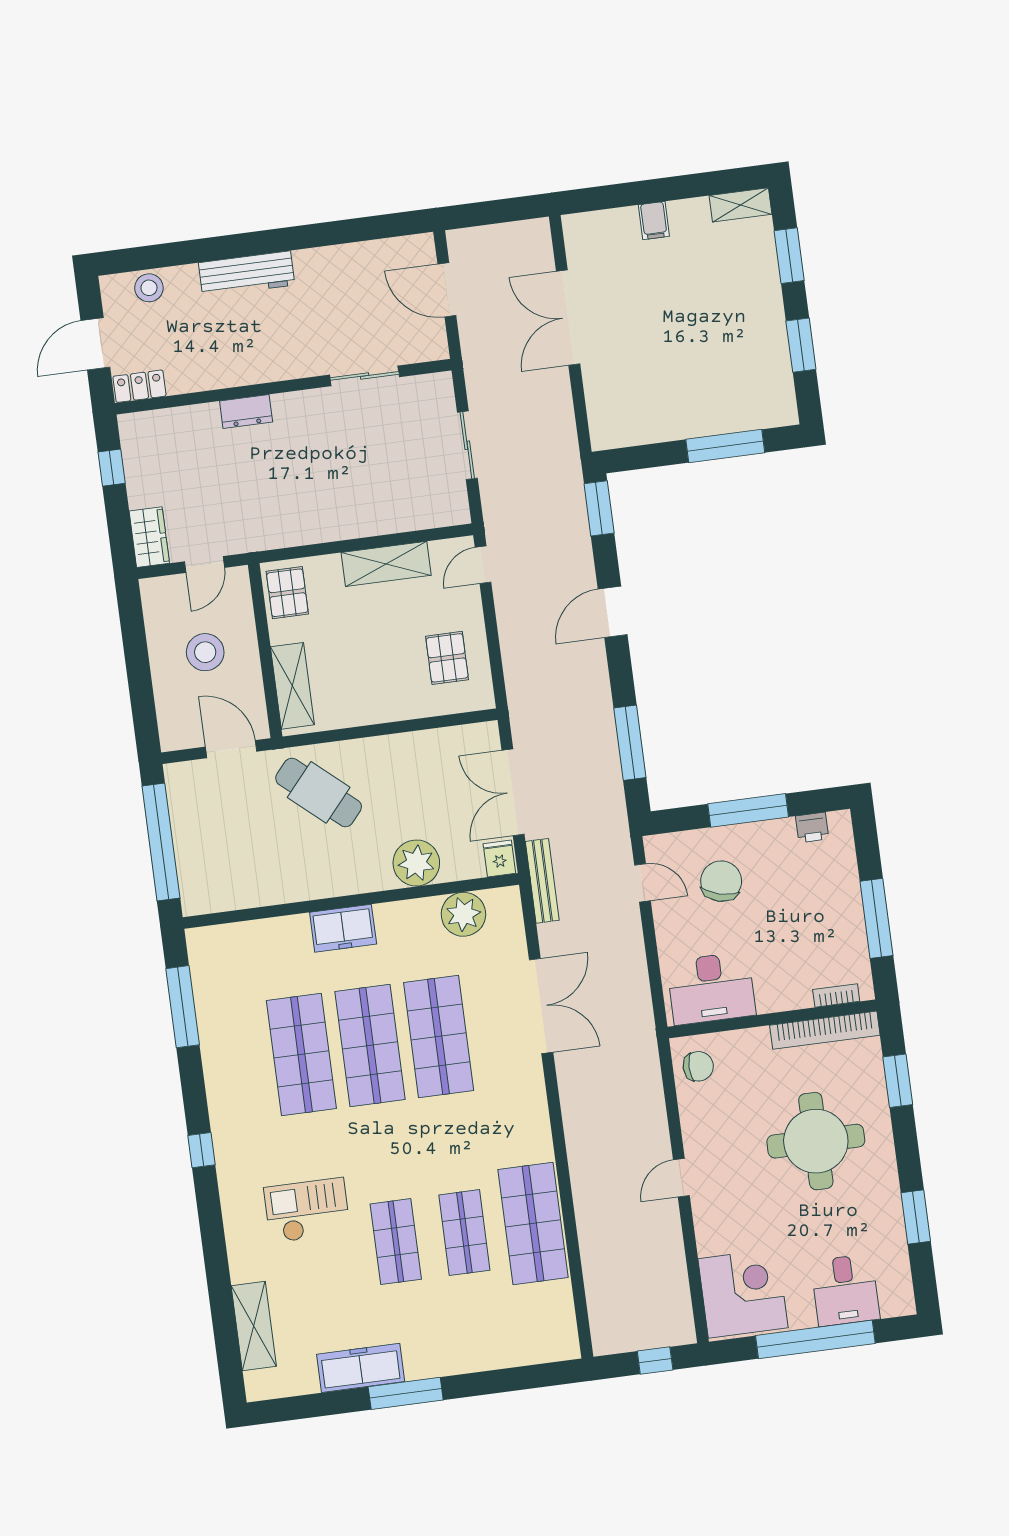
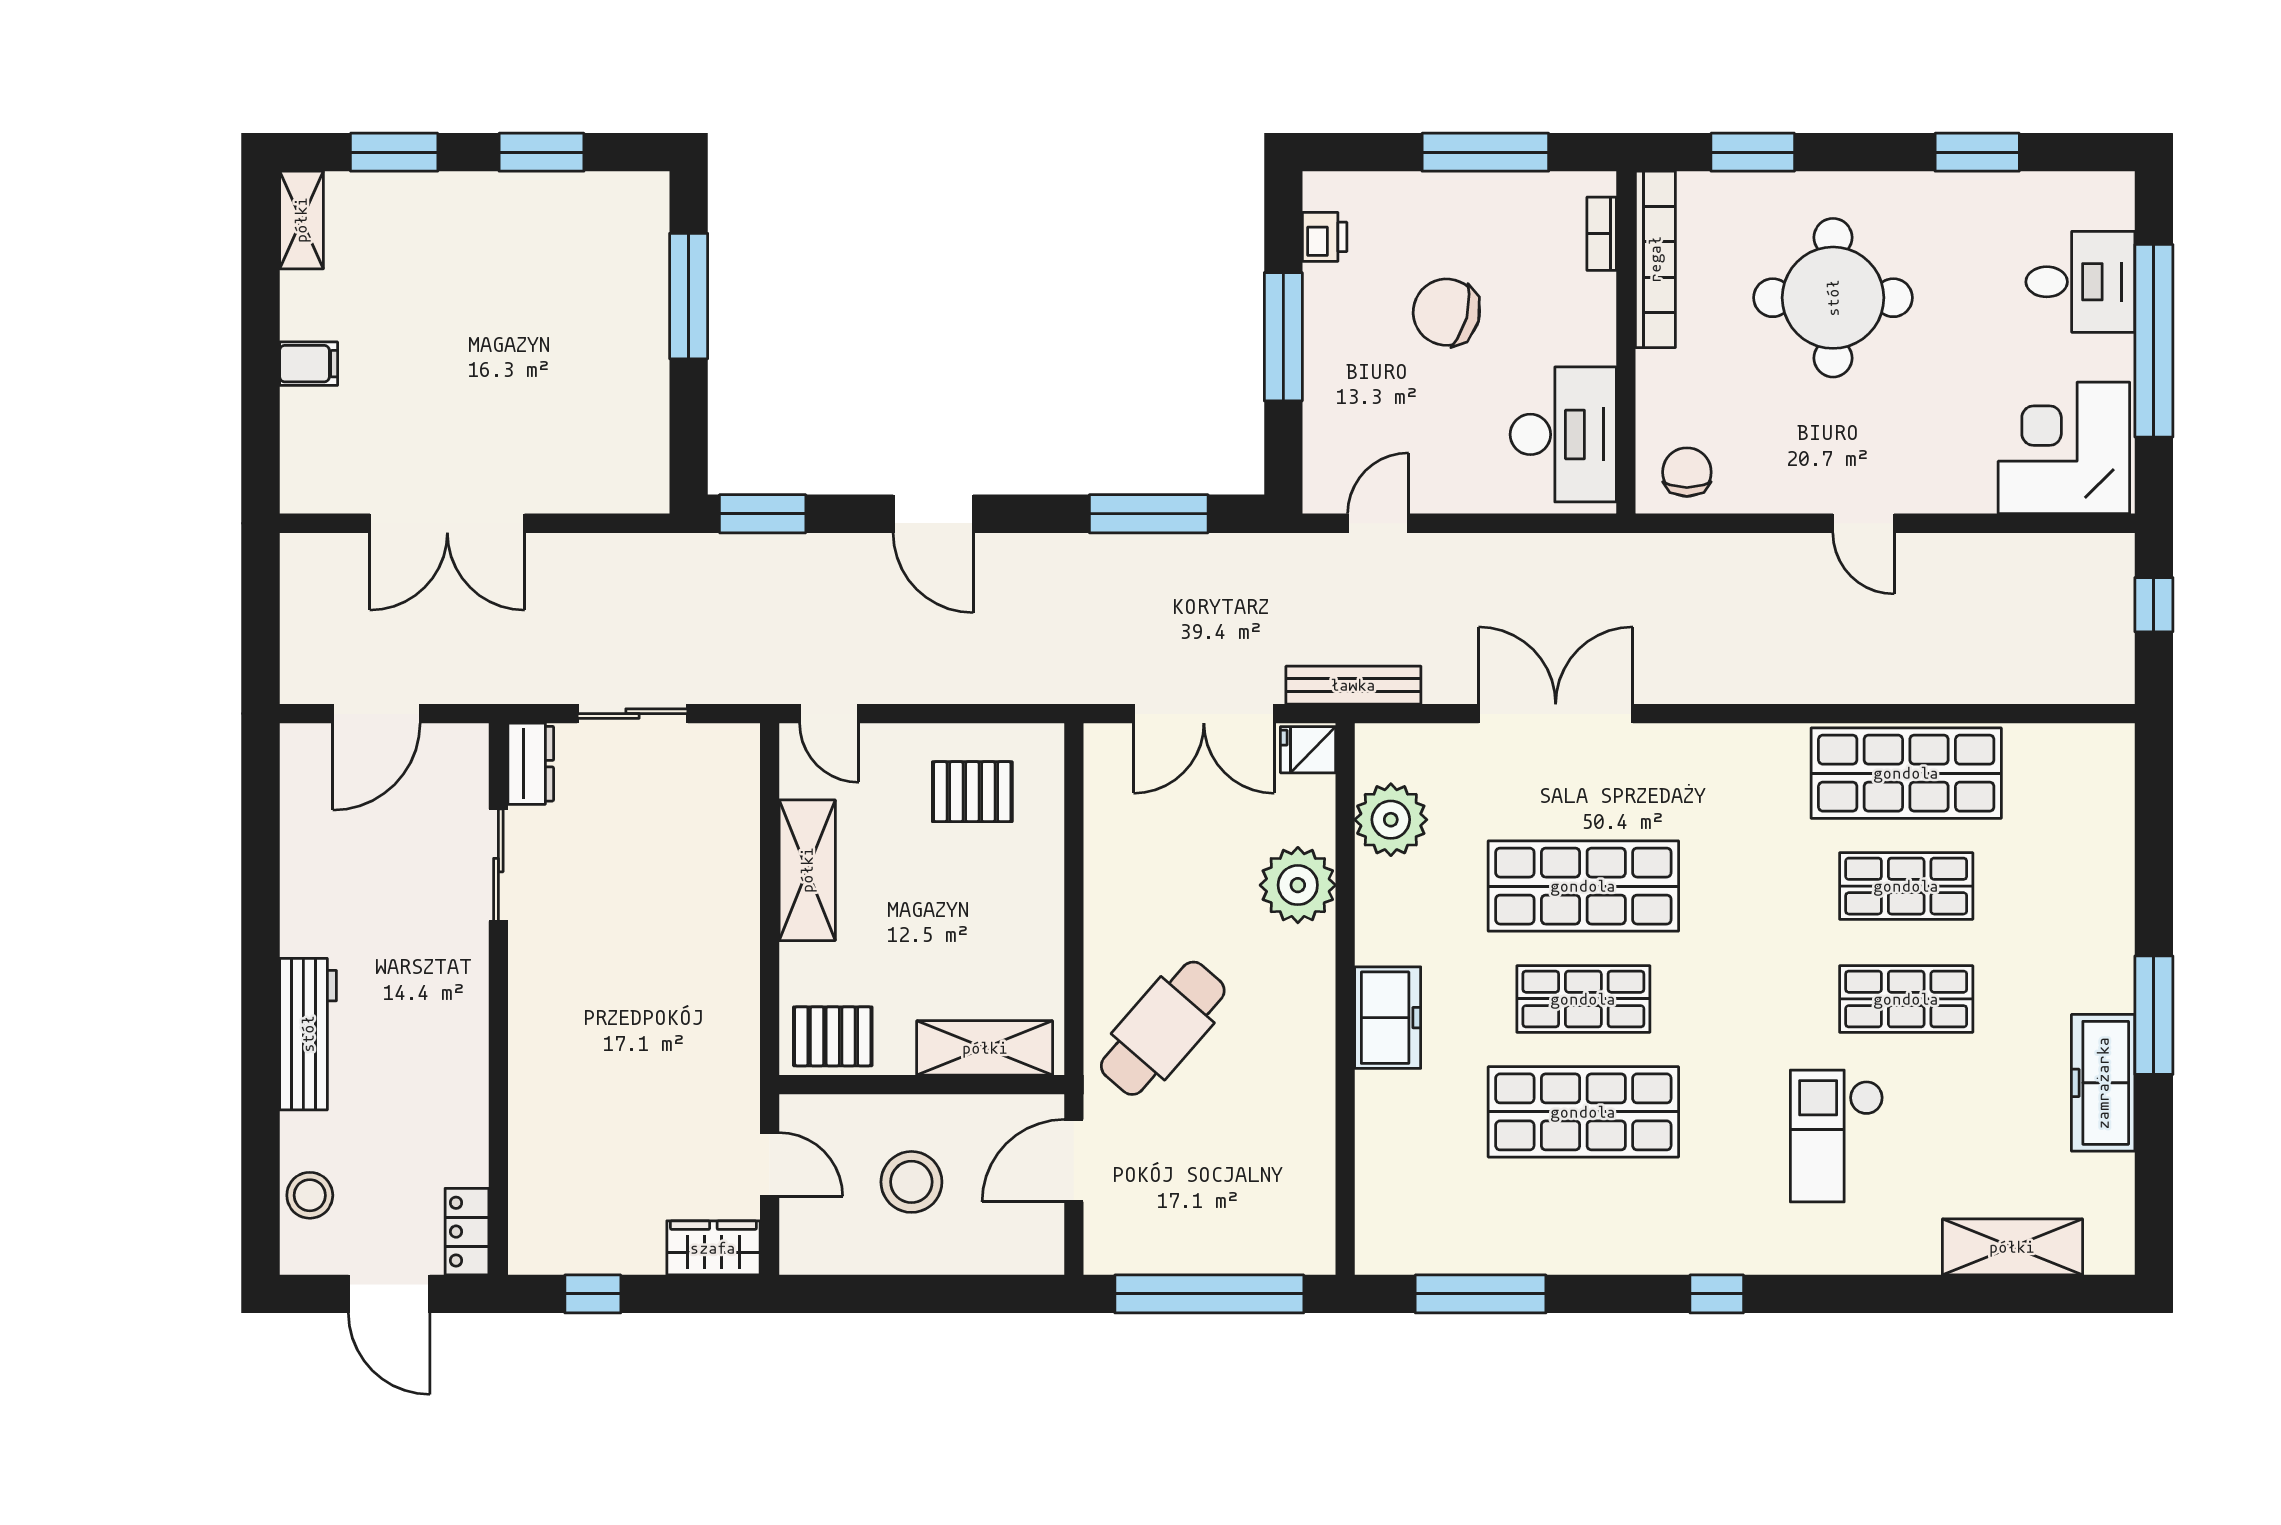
dresser: (246, 412) -> (531, 764), moved
chair: (721, 881) -> (1446, 312), moved
shop shelf: (370, 1046) -> (1583, 999), width x0.70, depth x0.74

